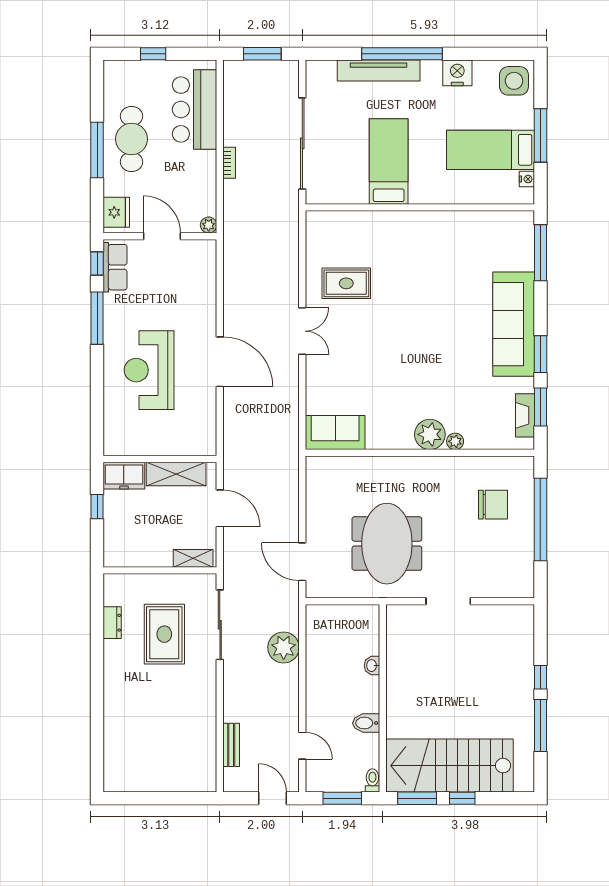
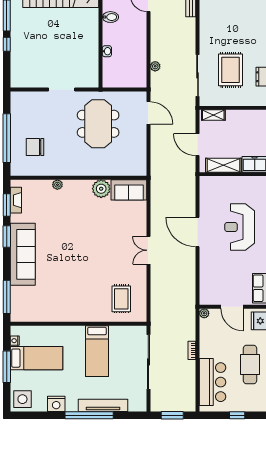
rug: (346, 283) -> (121, 299), moved, turned 90
reception desk: (149, 370) -> (240, 227), turned 180
plant: (430, 434) -> (101, 189), moved
plant: (284, 647) -> (155, 66), width x0.53, depth x0.53

